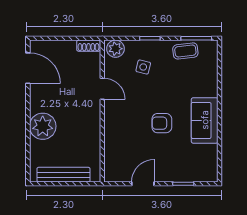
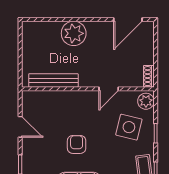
side table: (143, 67) -> (129, 127), width x1.87, depth x1.87
bench: (63, 175) -> (53, 80), moved, turned 90

